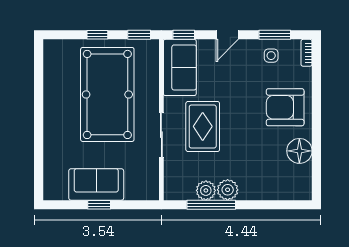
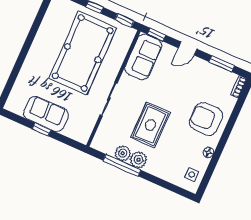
side table: (271, 56) -> (192, 175), moved
rug: (203, 126) -> (150, 125), moved
floor lamp: (299, 151) -> (208, 152), width x0.53, depth x0.53

